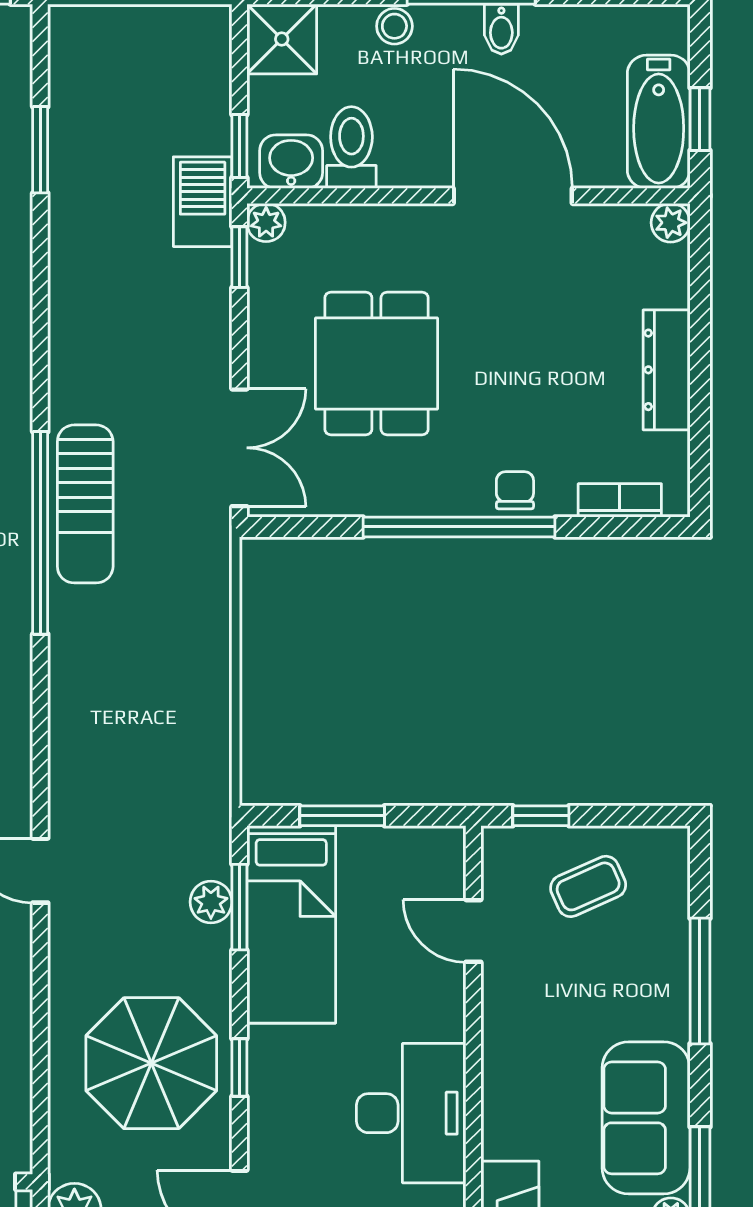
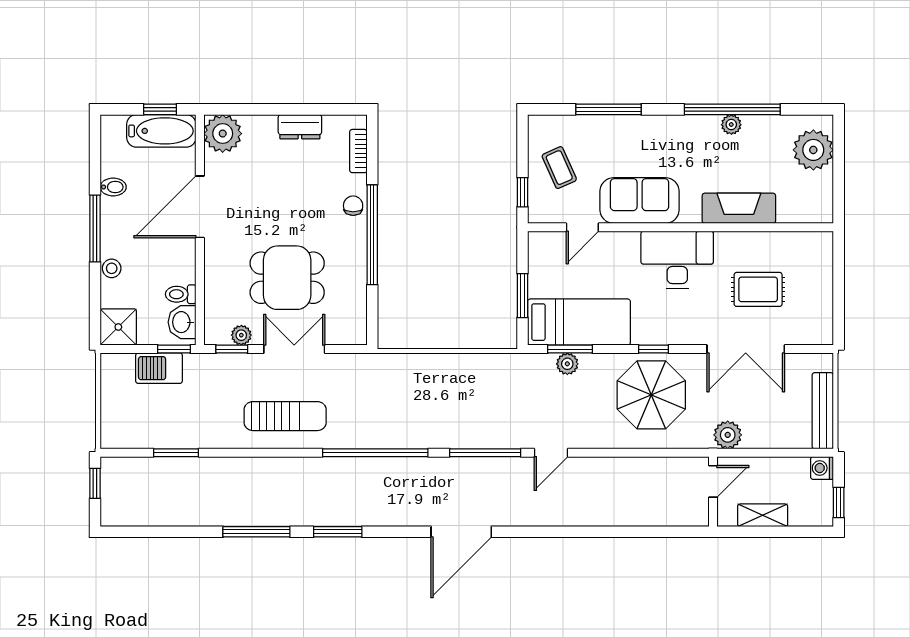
bidet: (501, 29) -> (113, 187), moved
toilet: (351, 148) -> (181, 294), width x0.73, depth x0.72
barbecue: (203, 202) -> (159, 368), moved
plant: (266, 222) -> (241, 335), moved
plant: (671, 223) -> (223, 134), width x1.88, depth x1.88
dresser: (667, 370) -> (300, 127), width x0.70
double door: (239, 448) -> (294, 349), moved
chair: (515, 490) -> (353, 206), turned 90
sun lounger: (85, 504) -> (285, 416), moved
window: (40, 744) -> (485, 453), added
sofa: (646, 1118) -> (640, 201), moved, turned 180

